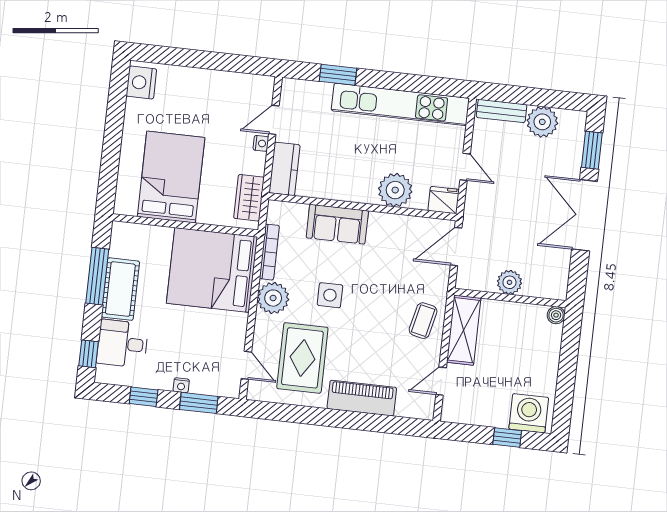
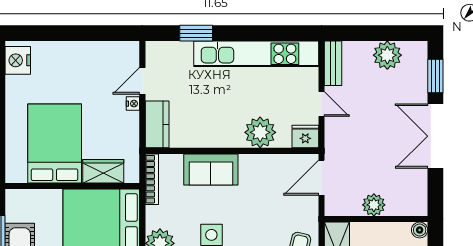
bench: (502, 111) -> (333, 63), moved, turned 90
wardrobe: (249, 198) -> (103, 171), moved, turned 90
bookcase: (269, 252) -> (152, 179), moved

